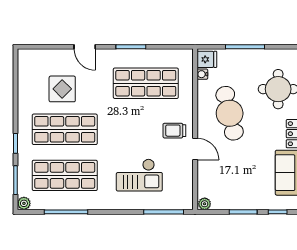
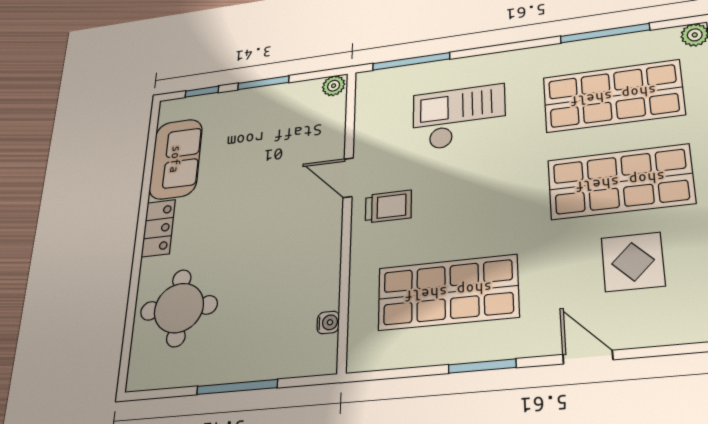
fridge: (207, 59) -> (318, 354), removed
cafe table: (230, 113) -> (277, 252), removed

